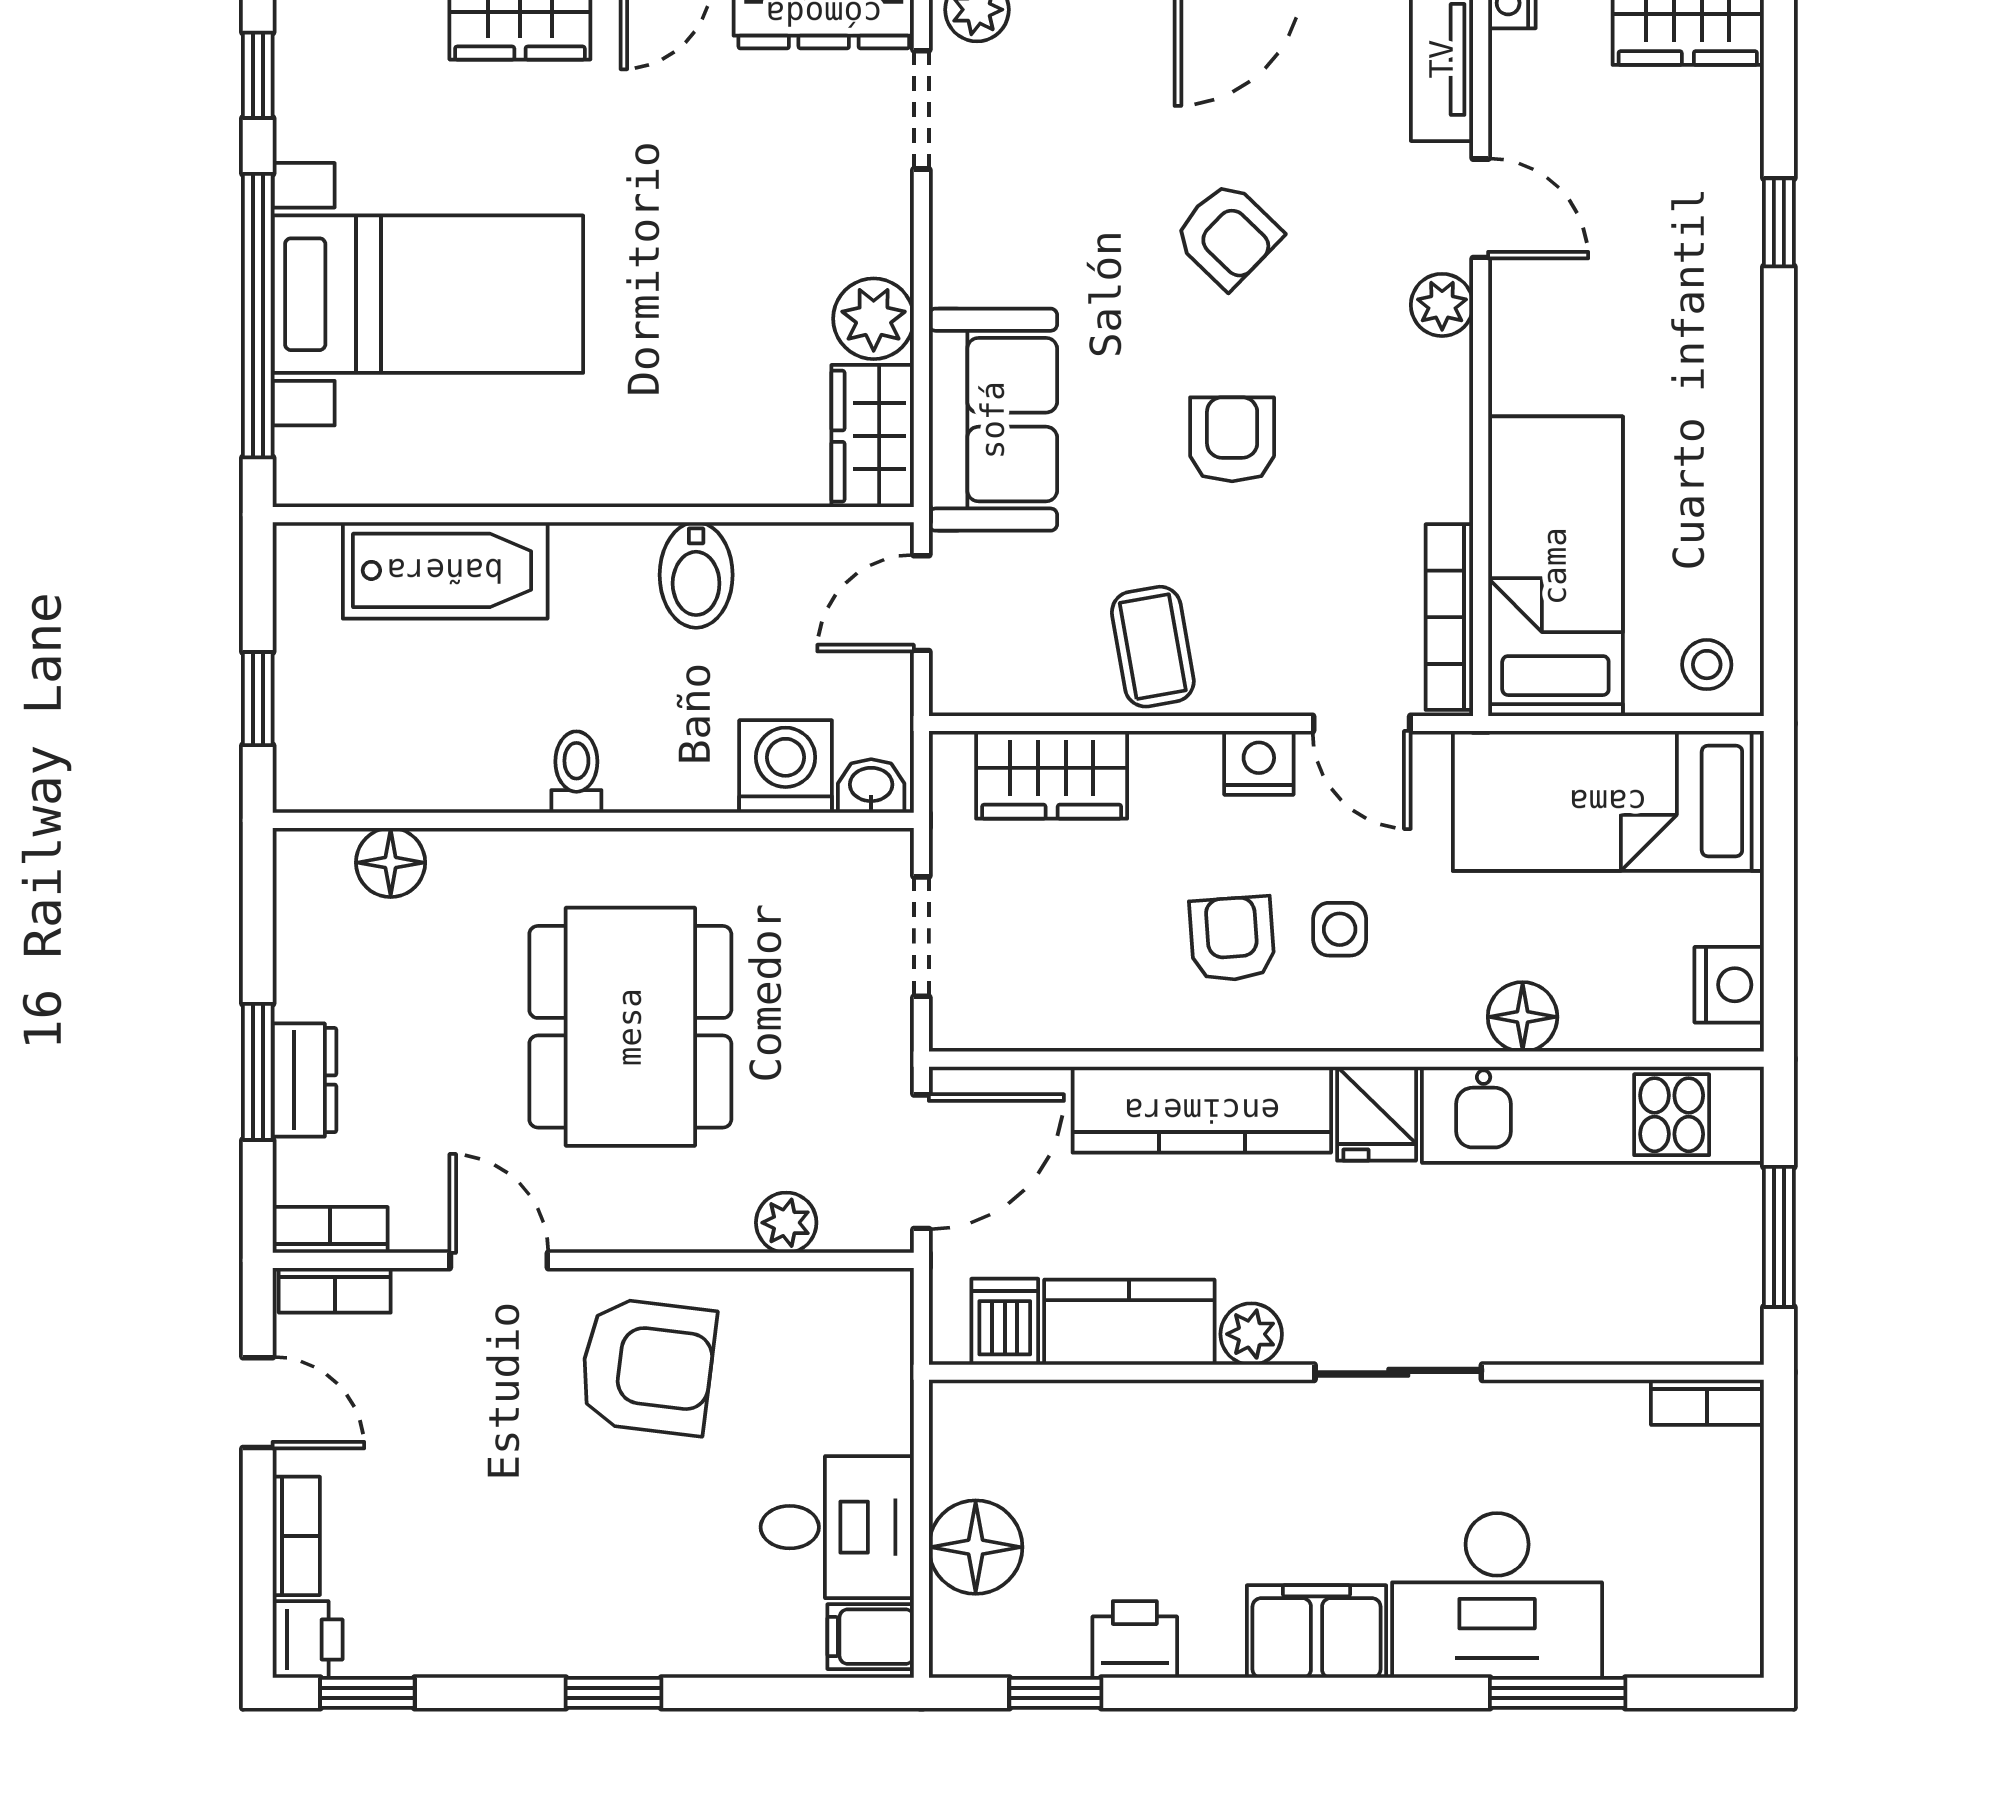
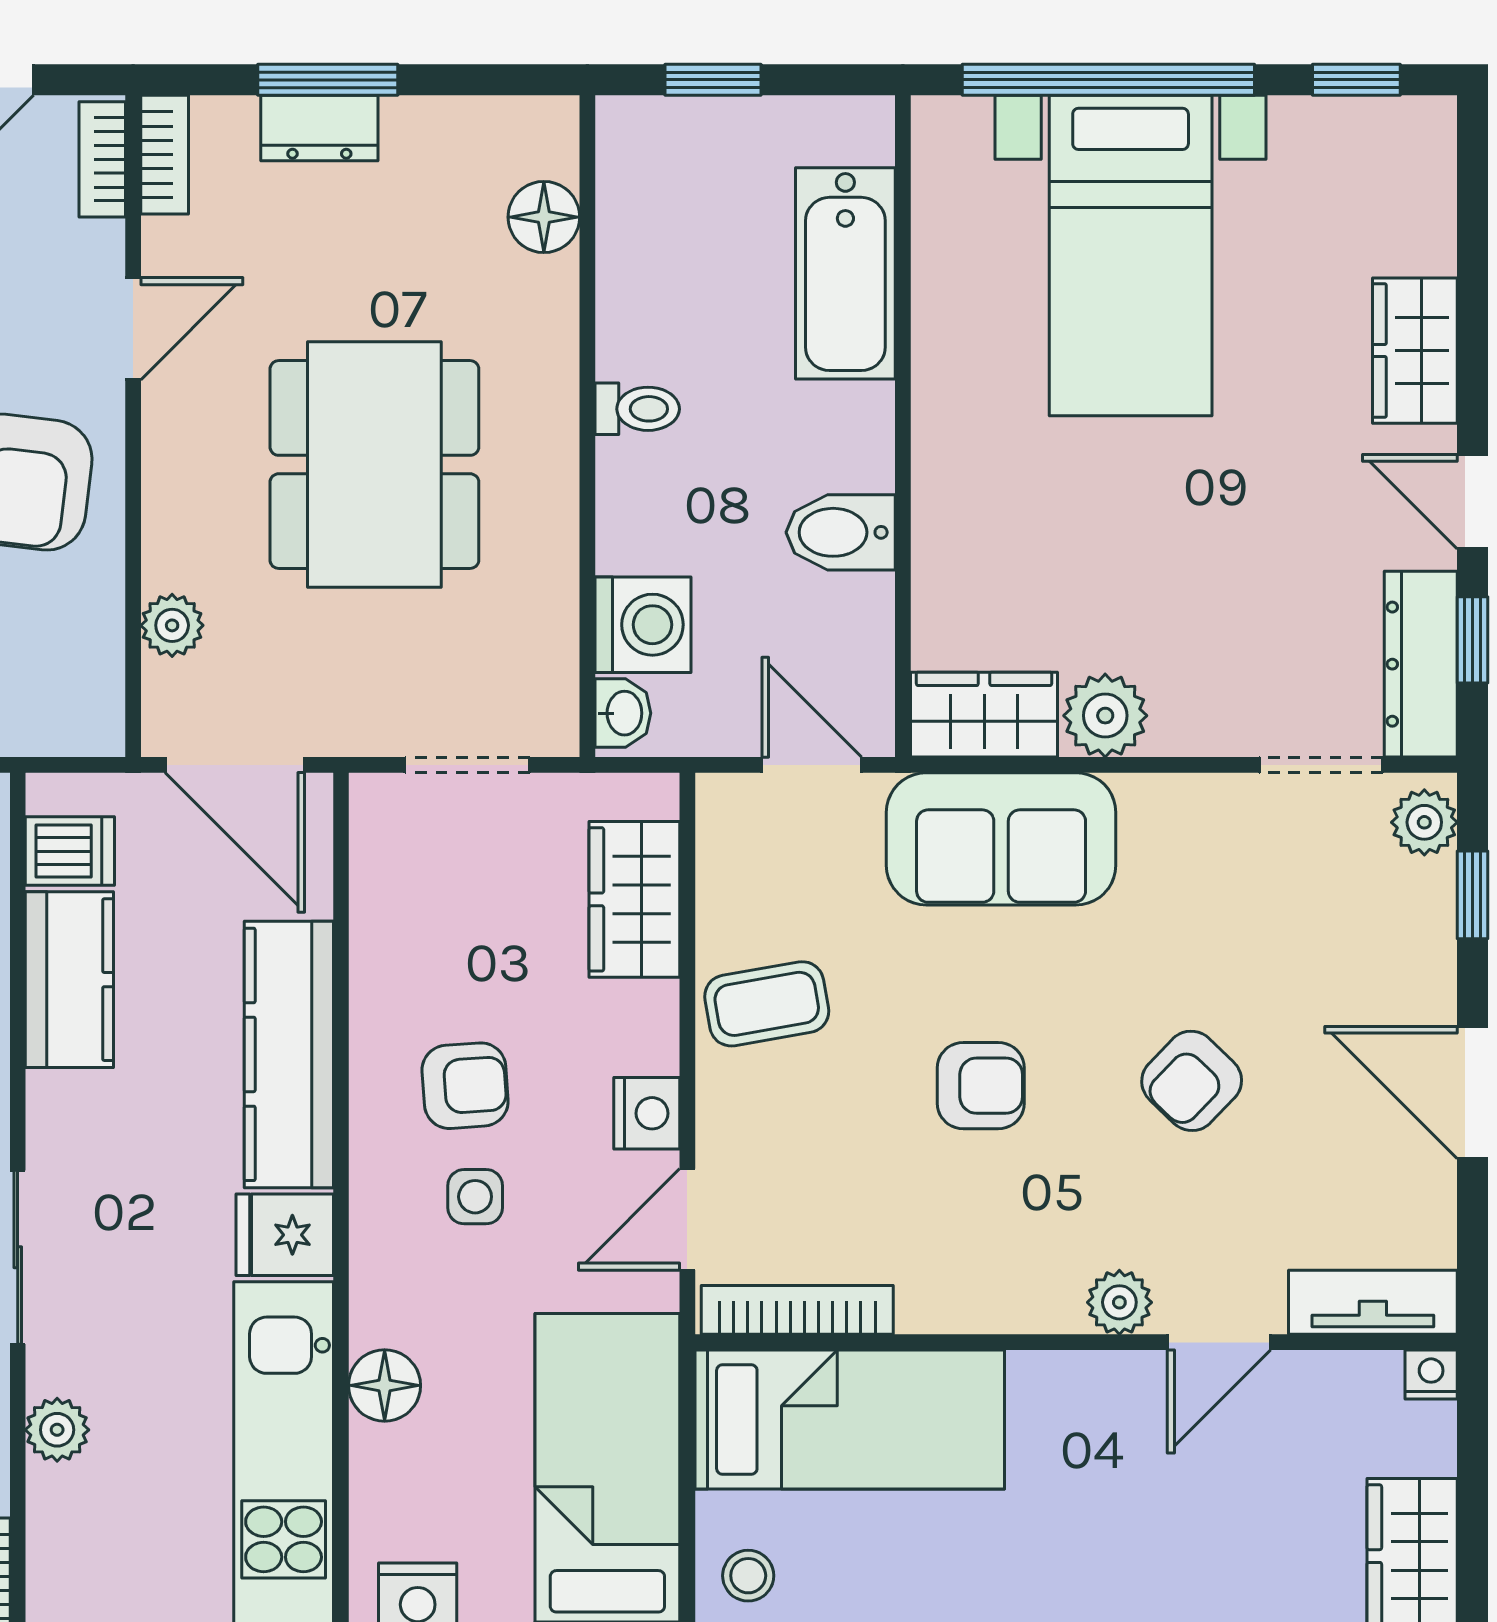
dining table: (630, 1027) -> (374, 465), turned 90
plant: (1251, 1334) -> (57, 1430), moved

